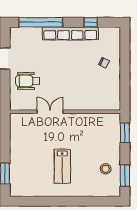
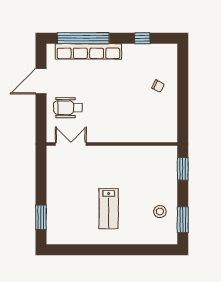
row of seats: (70, 33) -> (88, 51), moved
double door: (50, 112) -> (71, 144), moved

